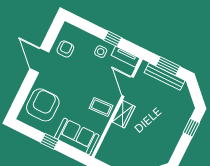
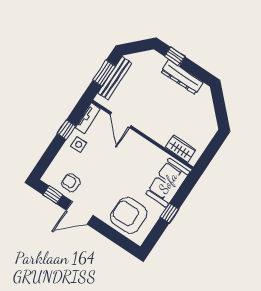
window: (52, 34) -> (53, 195), added
door: (128, 86) -> (121, 120), hinge flipped
coffee table: (101, 107) -> (139, 152), removed
wardrobe: (123, 114) -> (181, 149), moved
dresser: (174, 137) -> (182, 77), added

